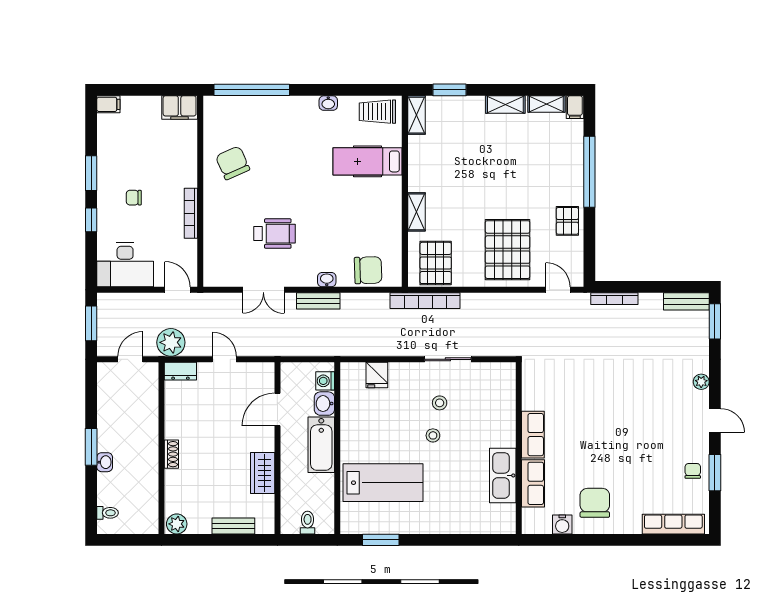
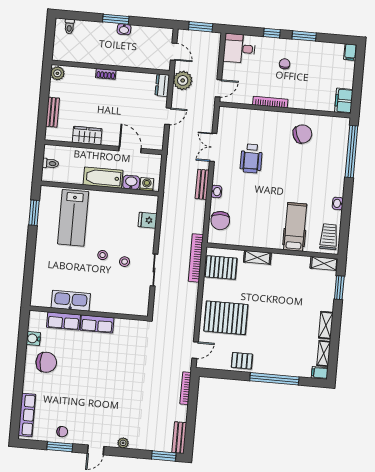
desk: (125, 265) -> (239, 48), width x0.73
washbasin: (105, 462) -> (124, 29), moved

